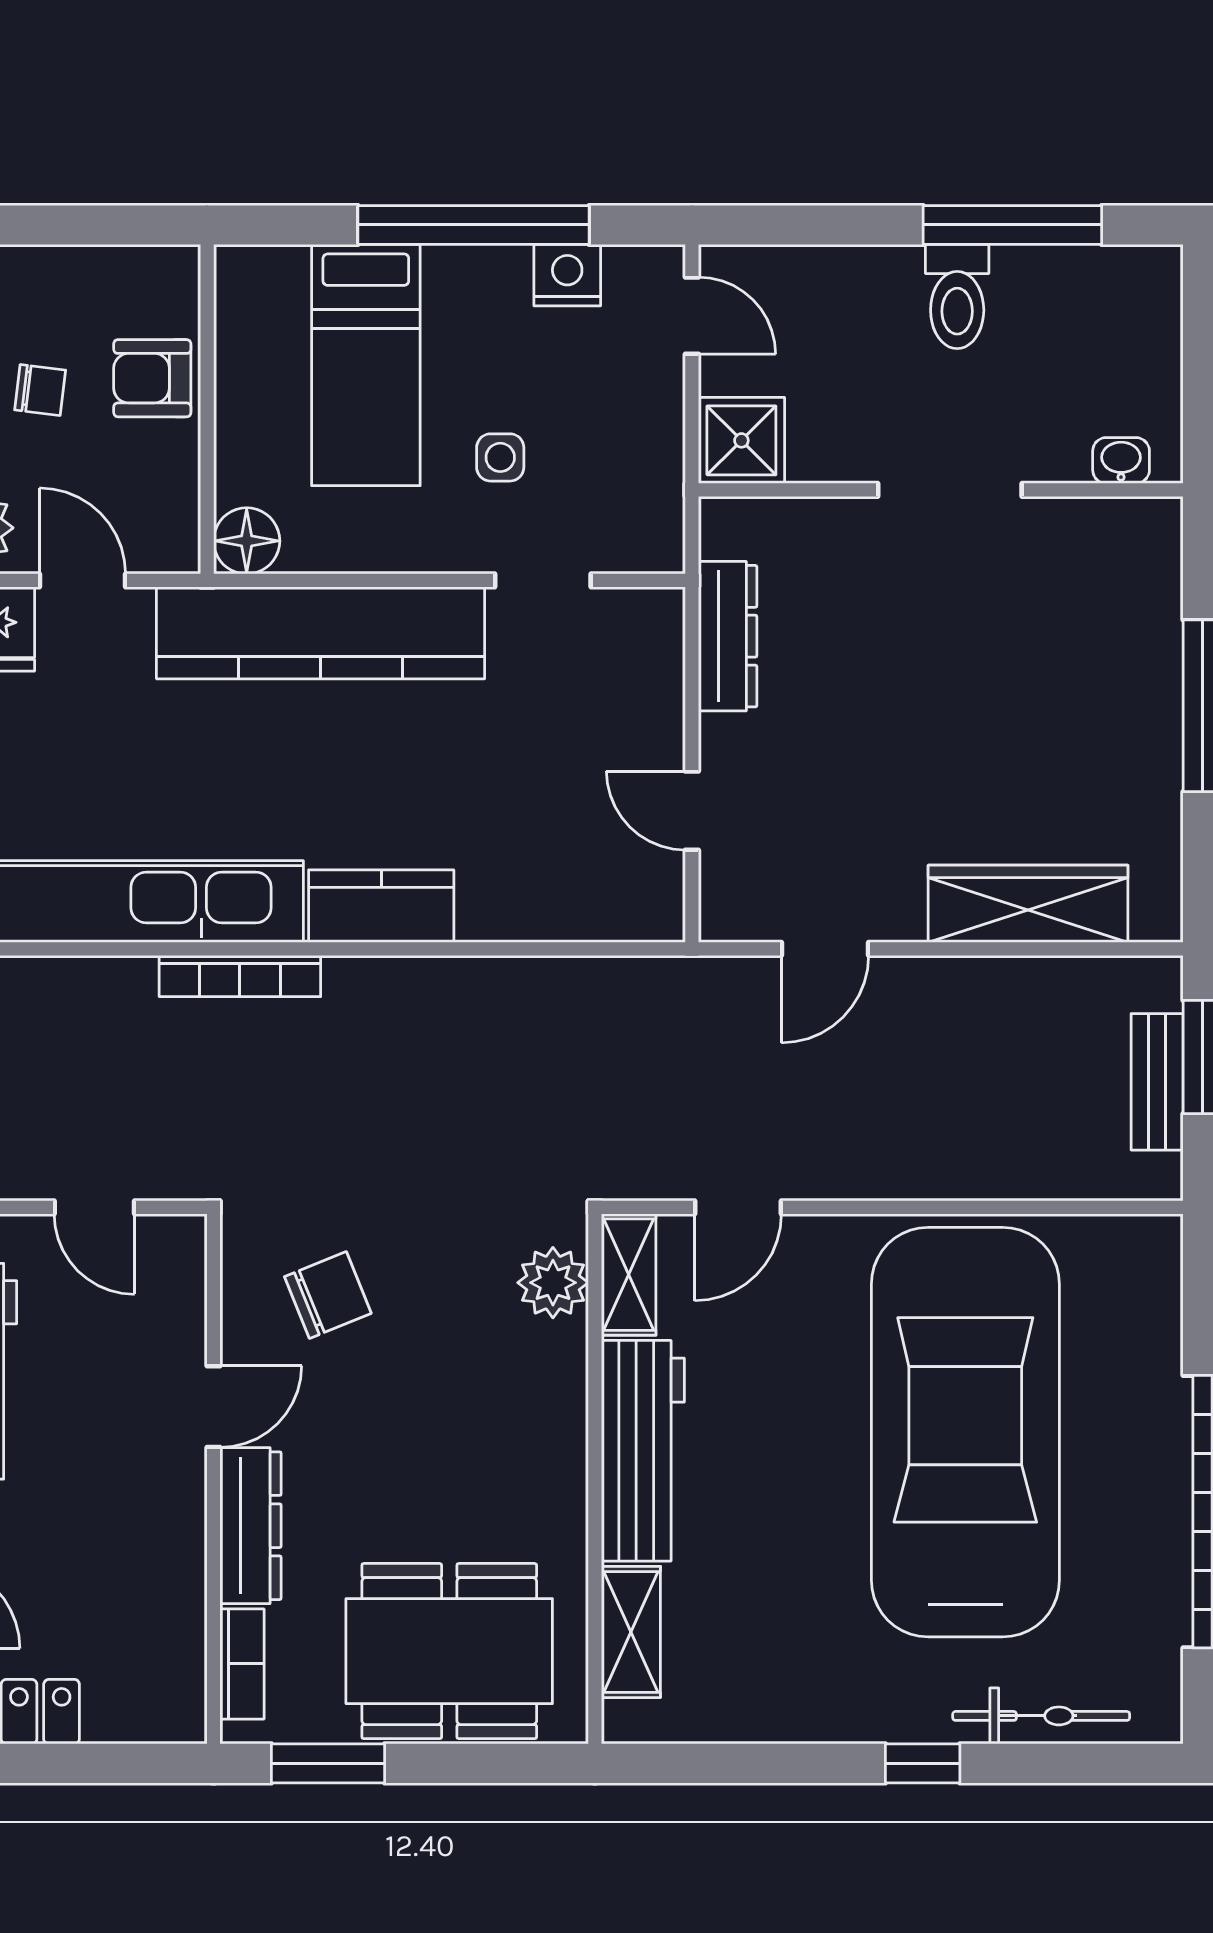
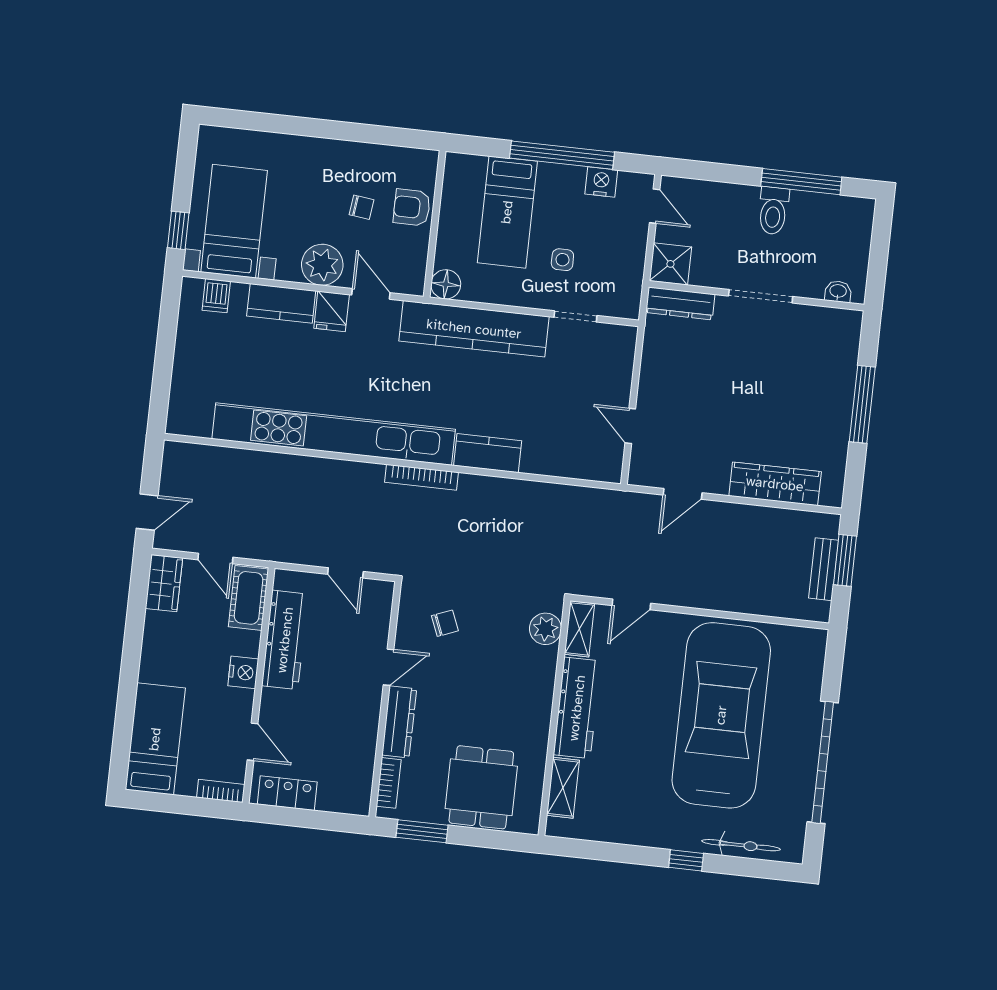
dresser: (728, 636) -> (680, 303), moved, turned 90
chair: (328, 1295) -> (445, 623), width x0.73, depth x0.73
dining table: (449, 1651) -> (481, 787), width x0.73

